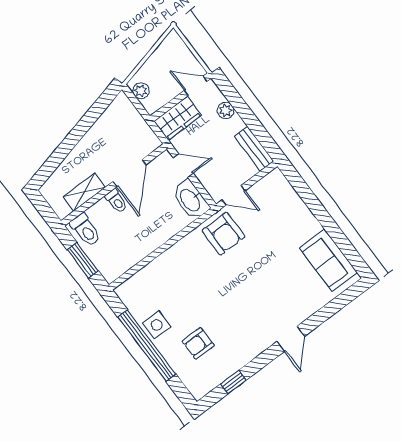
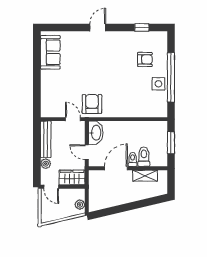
bench: (254, 149) -> (46, 139), width x1.36
toilet: (86, 230) -> (144, 157), moved

